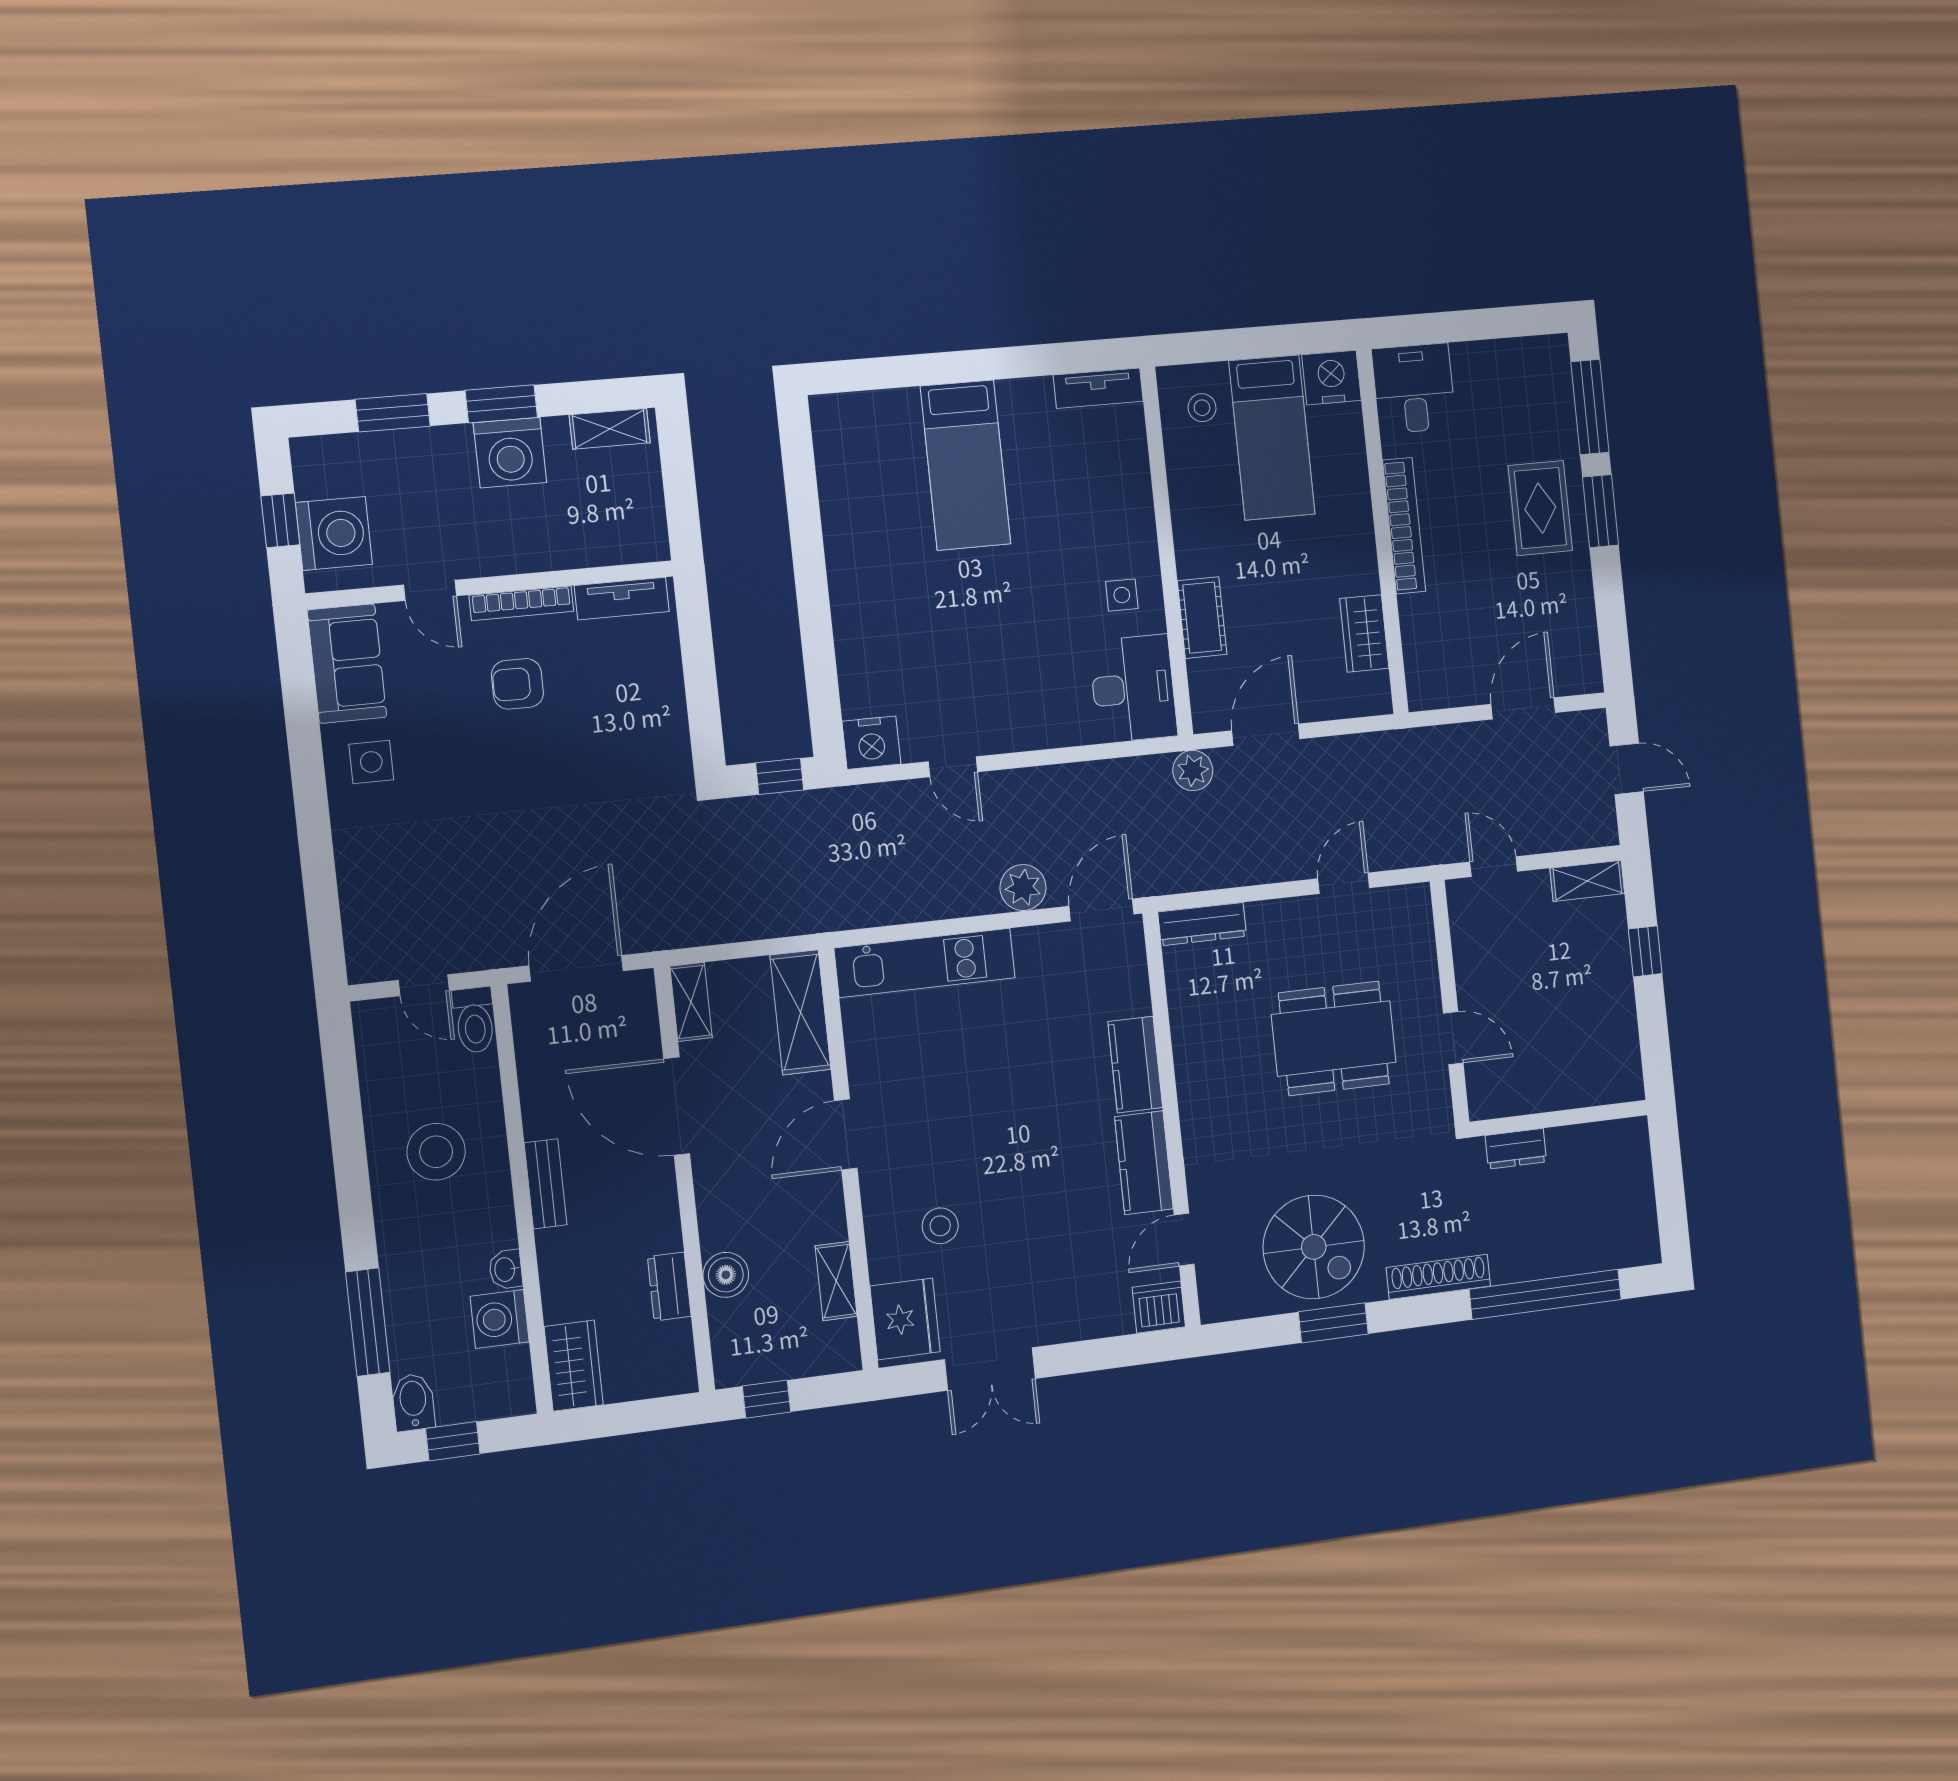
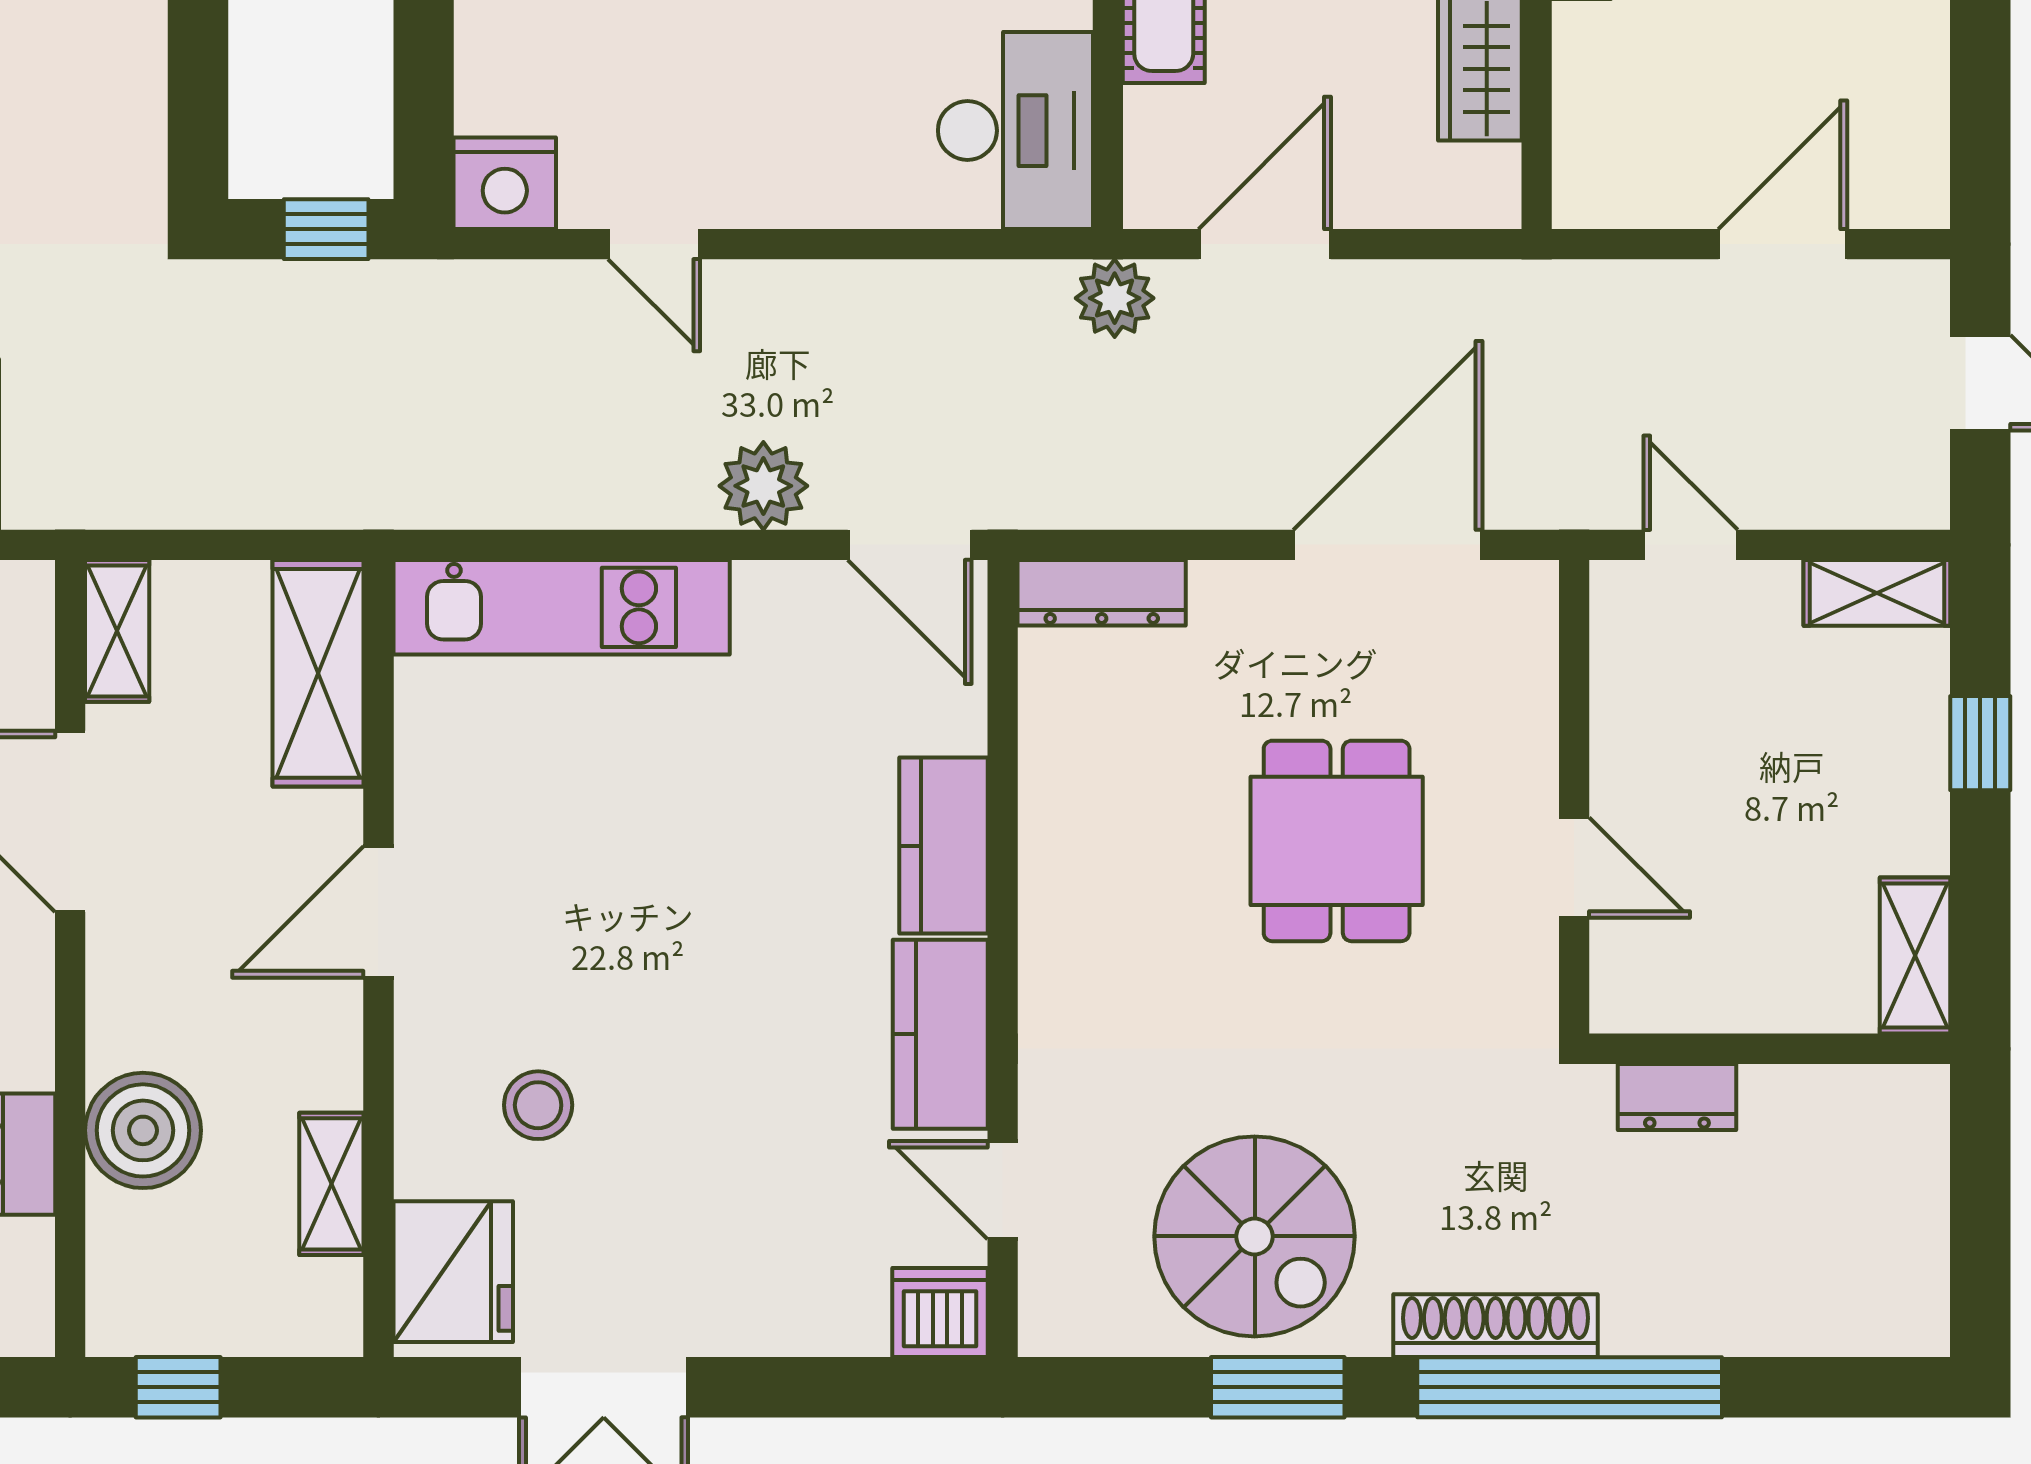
door: (1344, 883) -> (1388, 545), width x1.88
door: (1102, 910) -> (910, 545), swing flipped
dining table: (1334, 1038) -> (1337, 841), width x0.73
shelving: (1625, 1063) -> (1915, 956), added
door: (1184, 1240) -> (1003, 1190), hinge flipped
boiler: (726, 1275) -> (143, 1130), width x1.37, depth x1.37
window: (1545, 1294) -> (1570, 1387), moved

